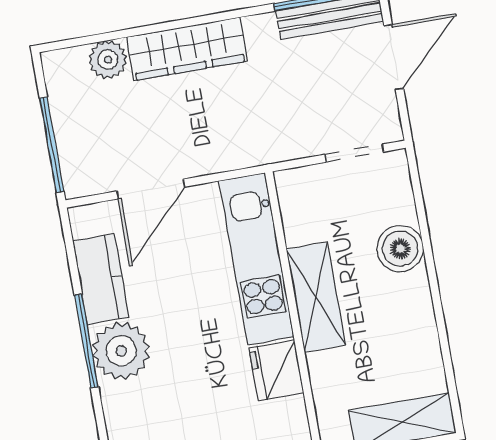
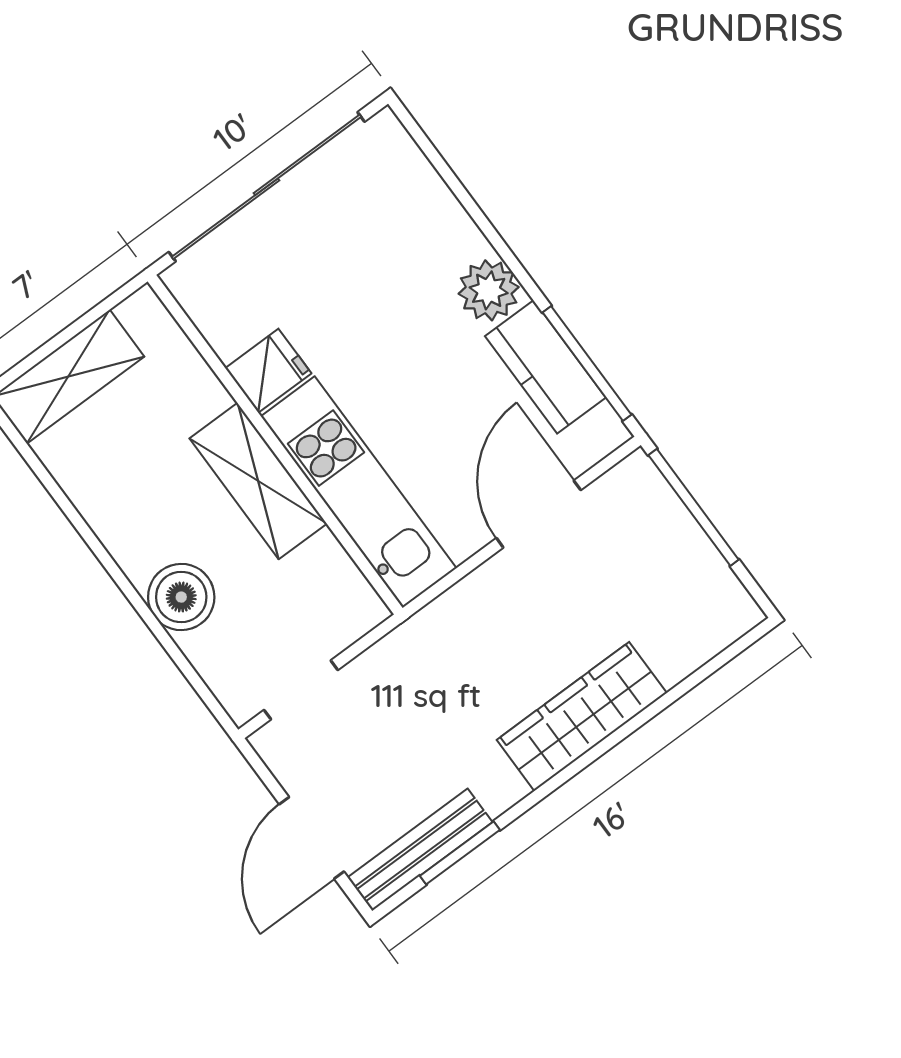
plant: (108, 60) -> (676, 652), removed
window: (86, 341) -> (587, 363), moved
plant: (121, 351) -> (489, 290), width x0.73, depth x0.73
fridge: (276, 370) -> (268, 371), width x0.72

